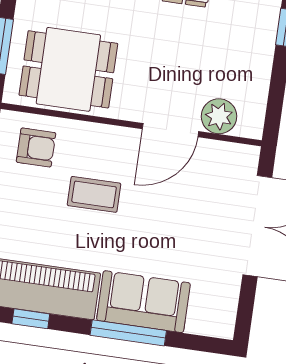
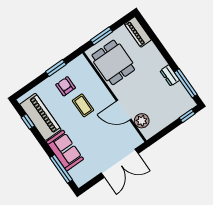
armchair: (36, 147) -> (66, 86), moved, turned 180
window: (128, 333) -> (61, 169), moved

